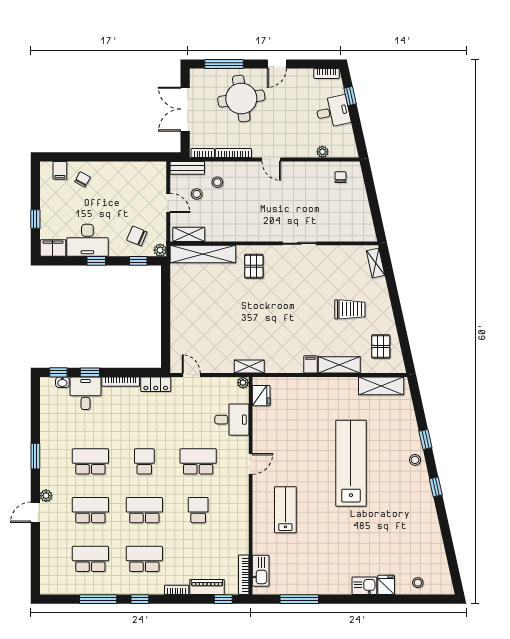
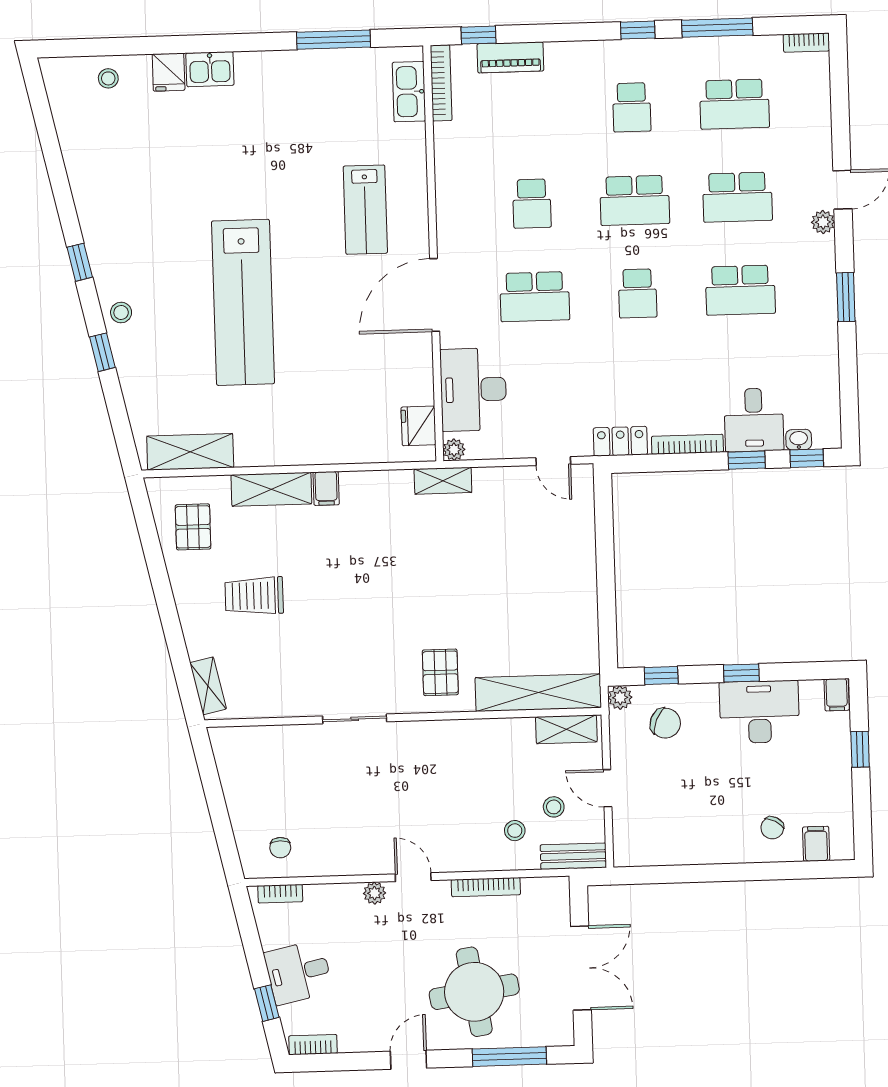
plant: (322, 152) -> (375, 893), moved
bookcase: (203, 153) -> (280, 894), moved
filing cabinet: (53, 248) -> (837, 695), width x0.50
desk: (232, 420) -> (473, 390), width x1.37
door: (251, 464) -> (435, 295), width x1.88
school desk: (144, 559) -> (632, 107), width x0.54
bookcase: (177, 590) -> (806, 43), moved

